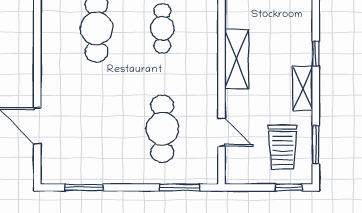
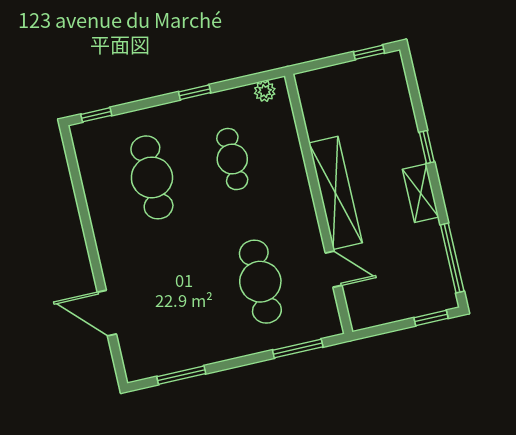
shelving: (237, 59) -> (335, 193), width x1.47
window: (316, 145) -> (452, 258), width x1.44
trolley: (282, 147) -> (412, 271), removed

